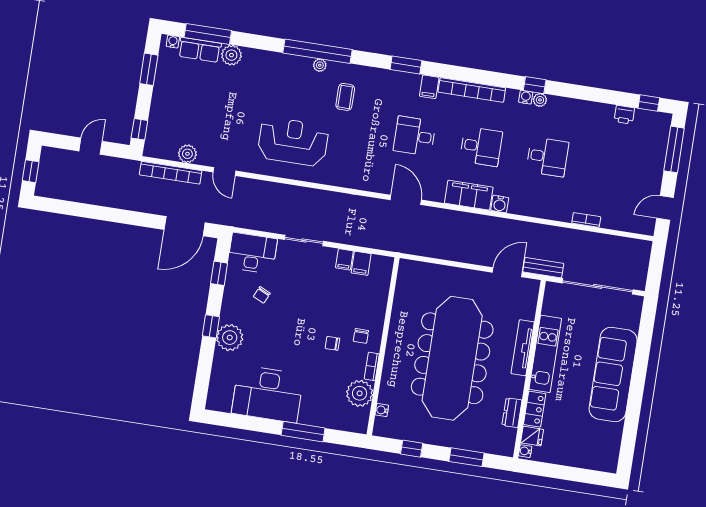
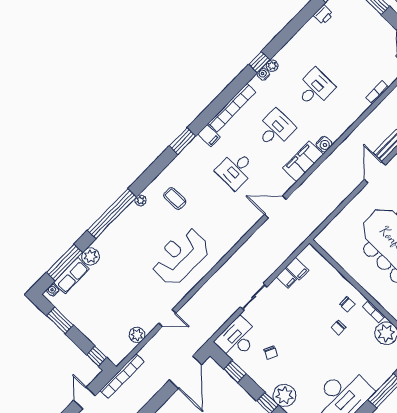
window: (317, 51) -> (112, 214), moved
bookcase: (171, 173) -> (122, 376), moved

